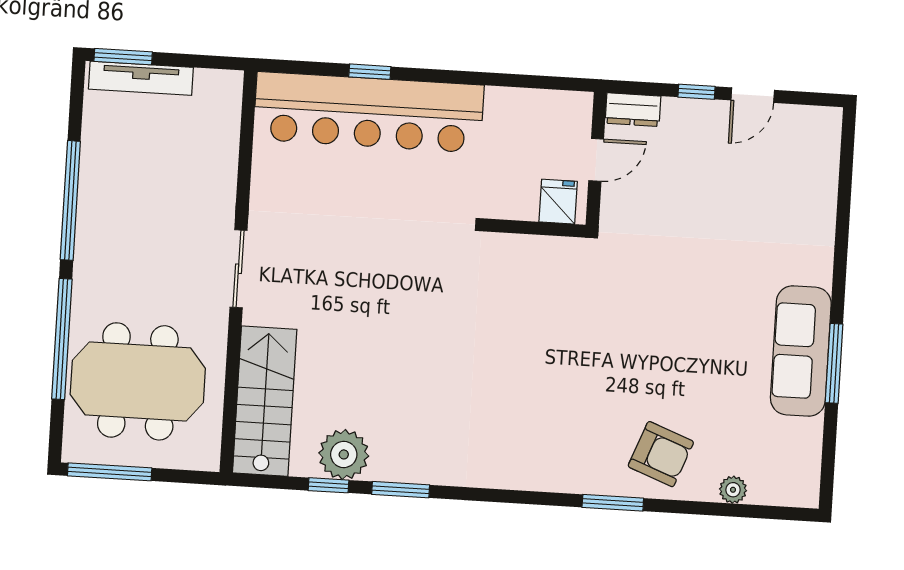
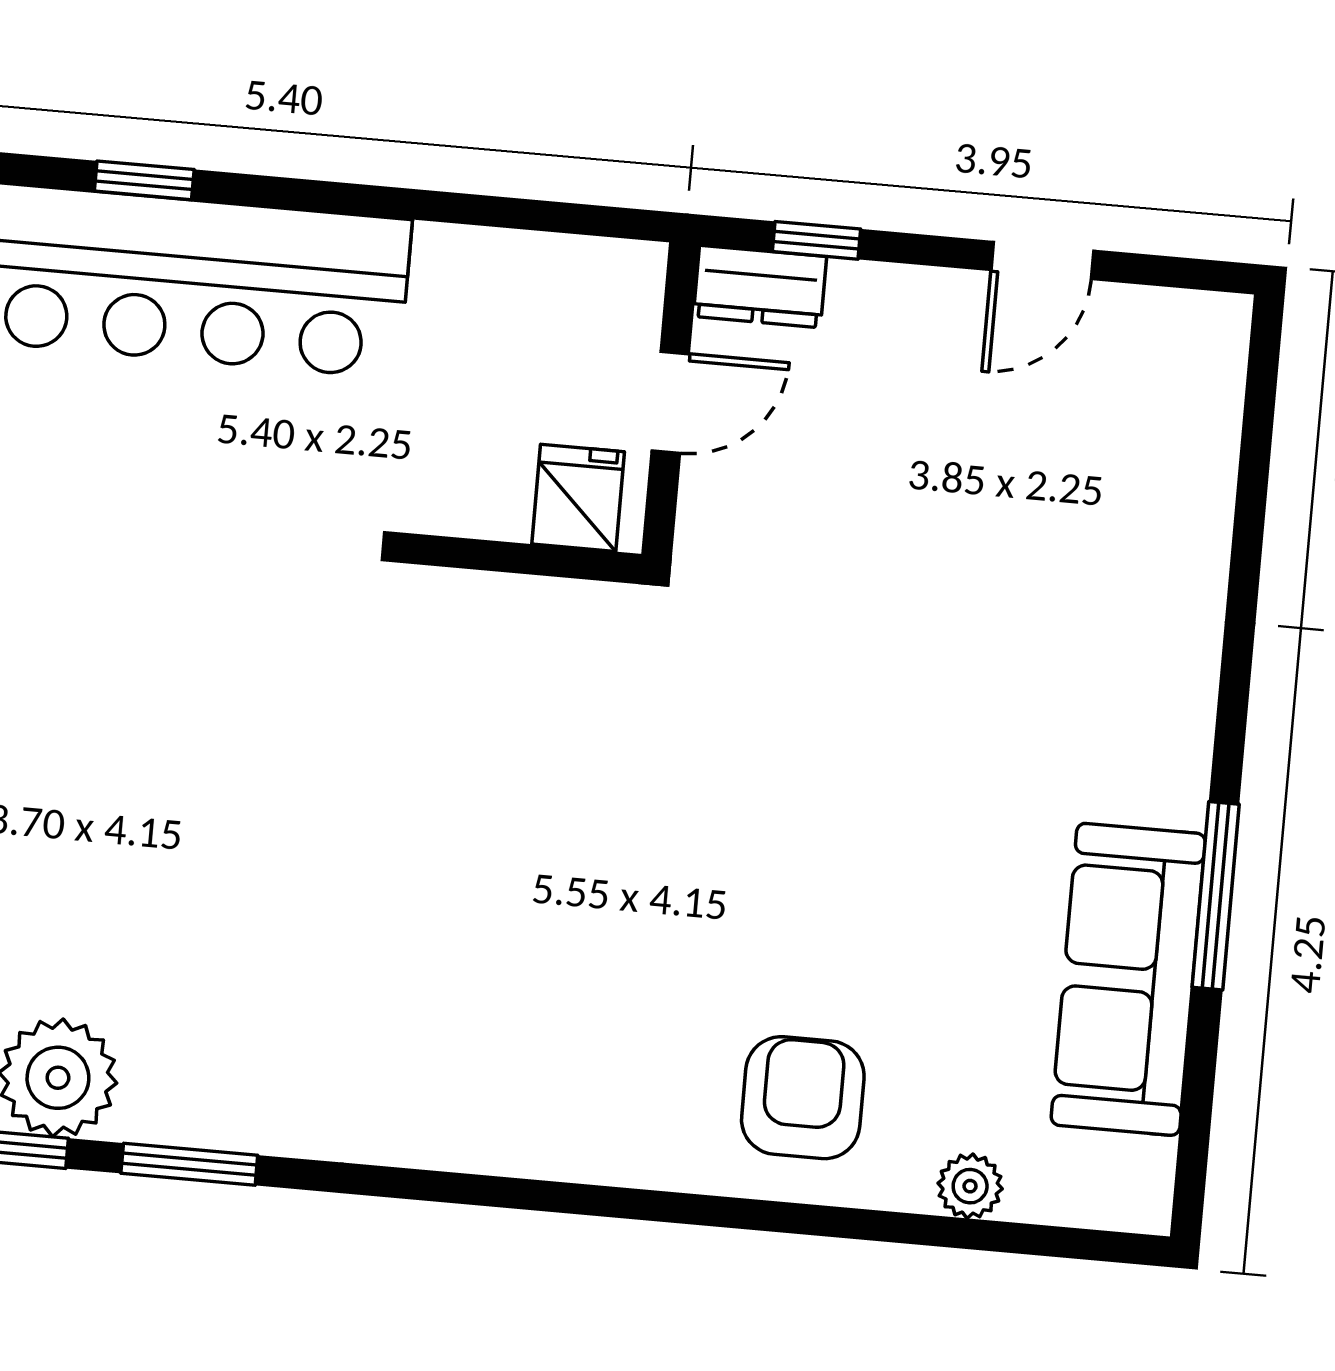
window: (696, 92) -> (817, 240), moved
sofa: (801, 351) -> (1128, 979), moved
armchair: (661, 454) -> (803, 1098), turned -111
window: (613, 503) -> (687, 1209), removed

